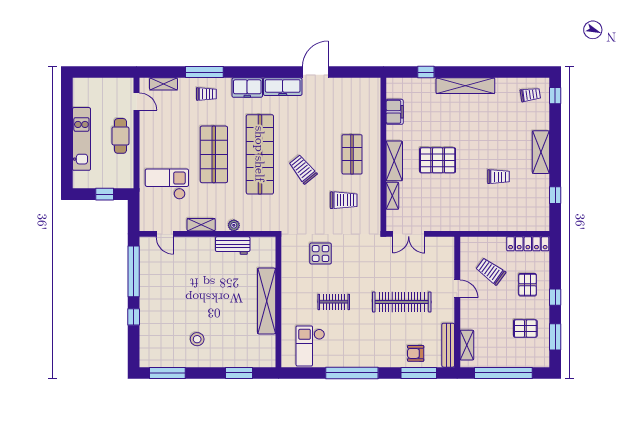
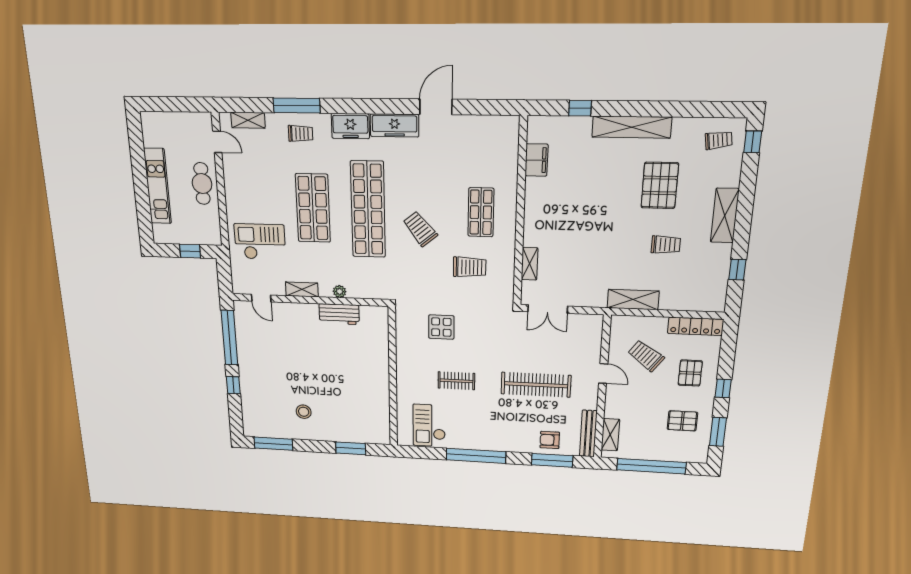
pallet: (438, 160) -> (660, 185), moved, turned 90
shelving: (394, 161) -> (633, 299), moved, turned 90
shelving: (267, 301) -> (379, 376), removed

